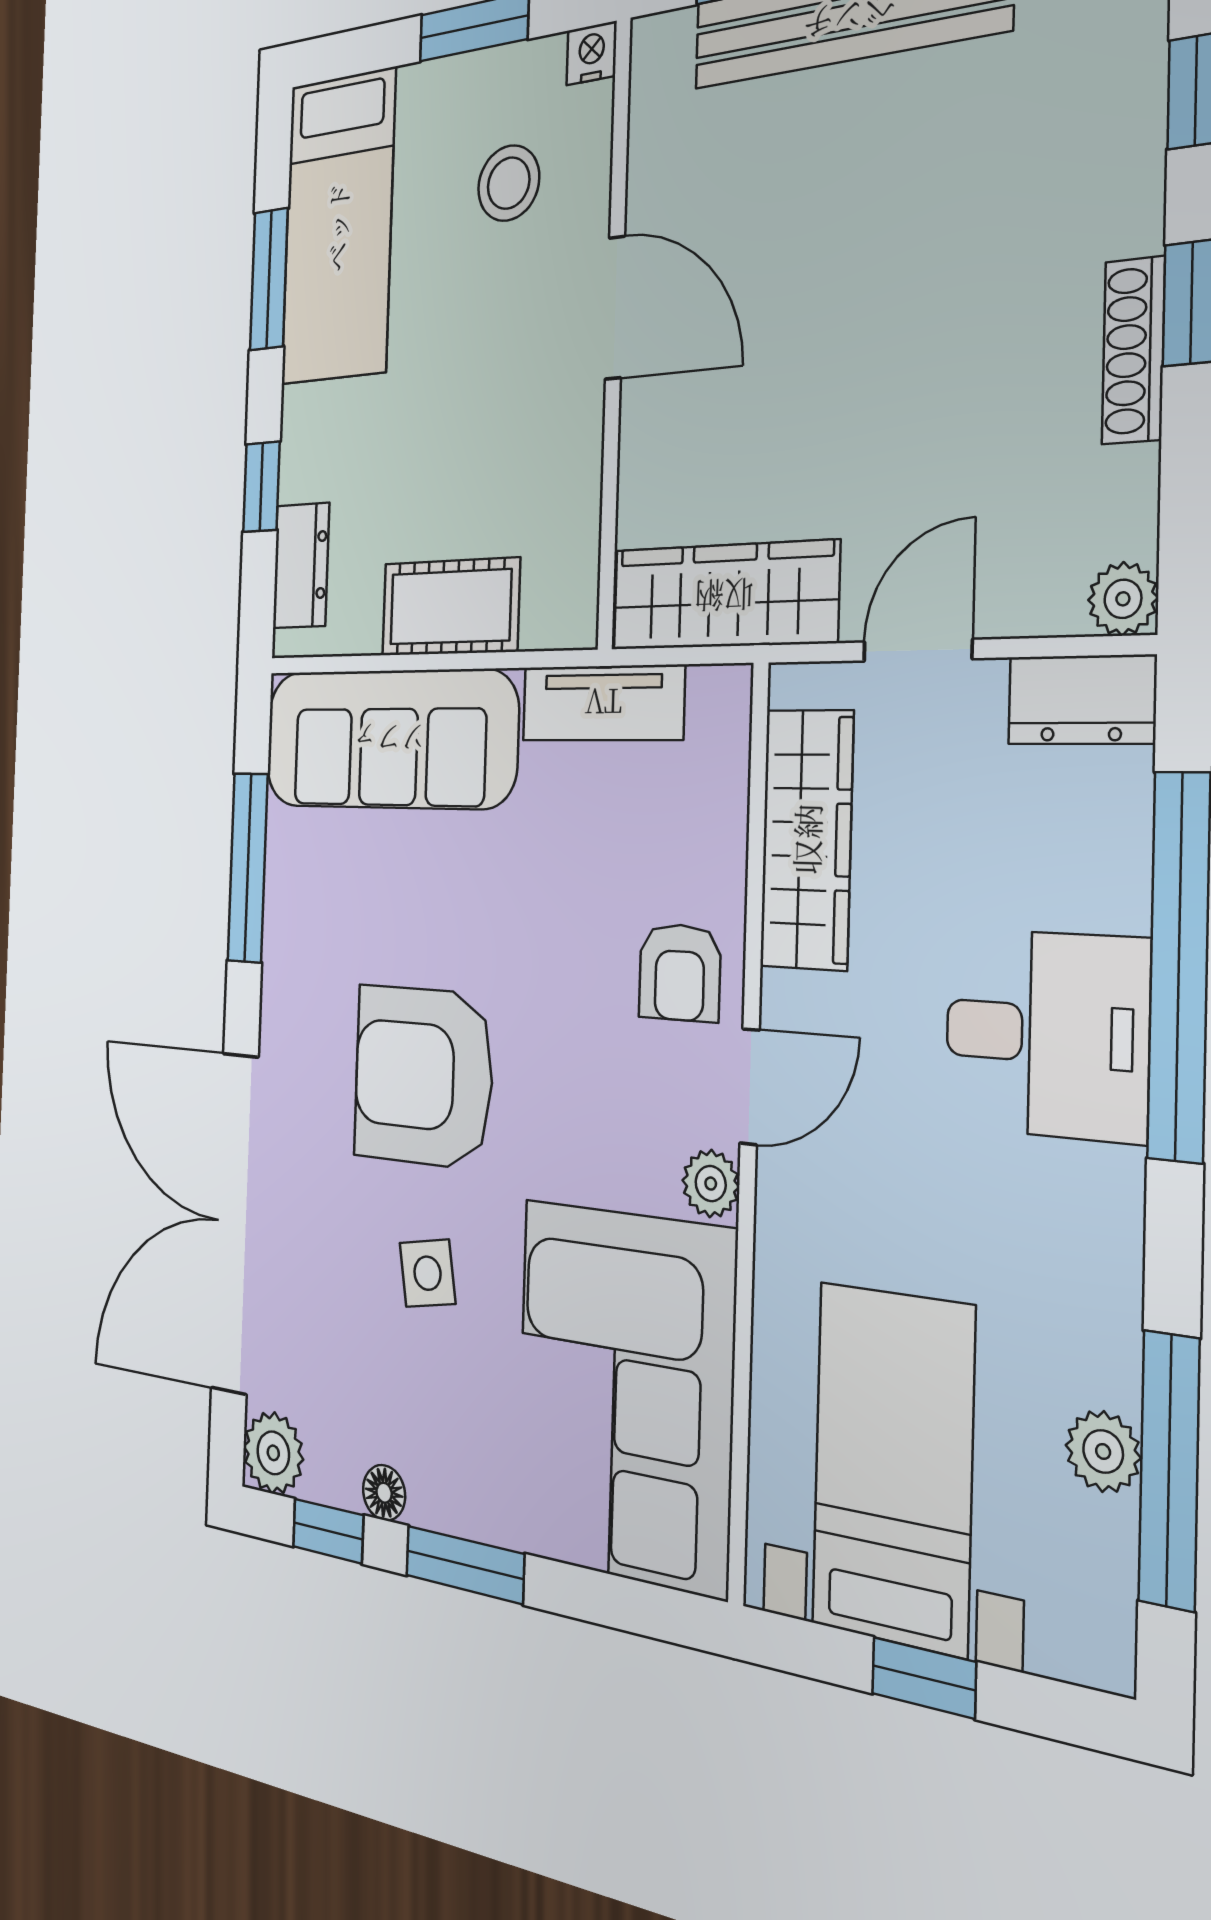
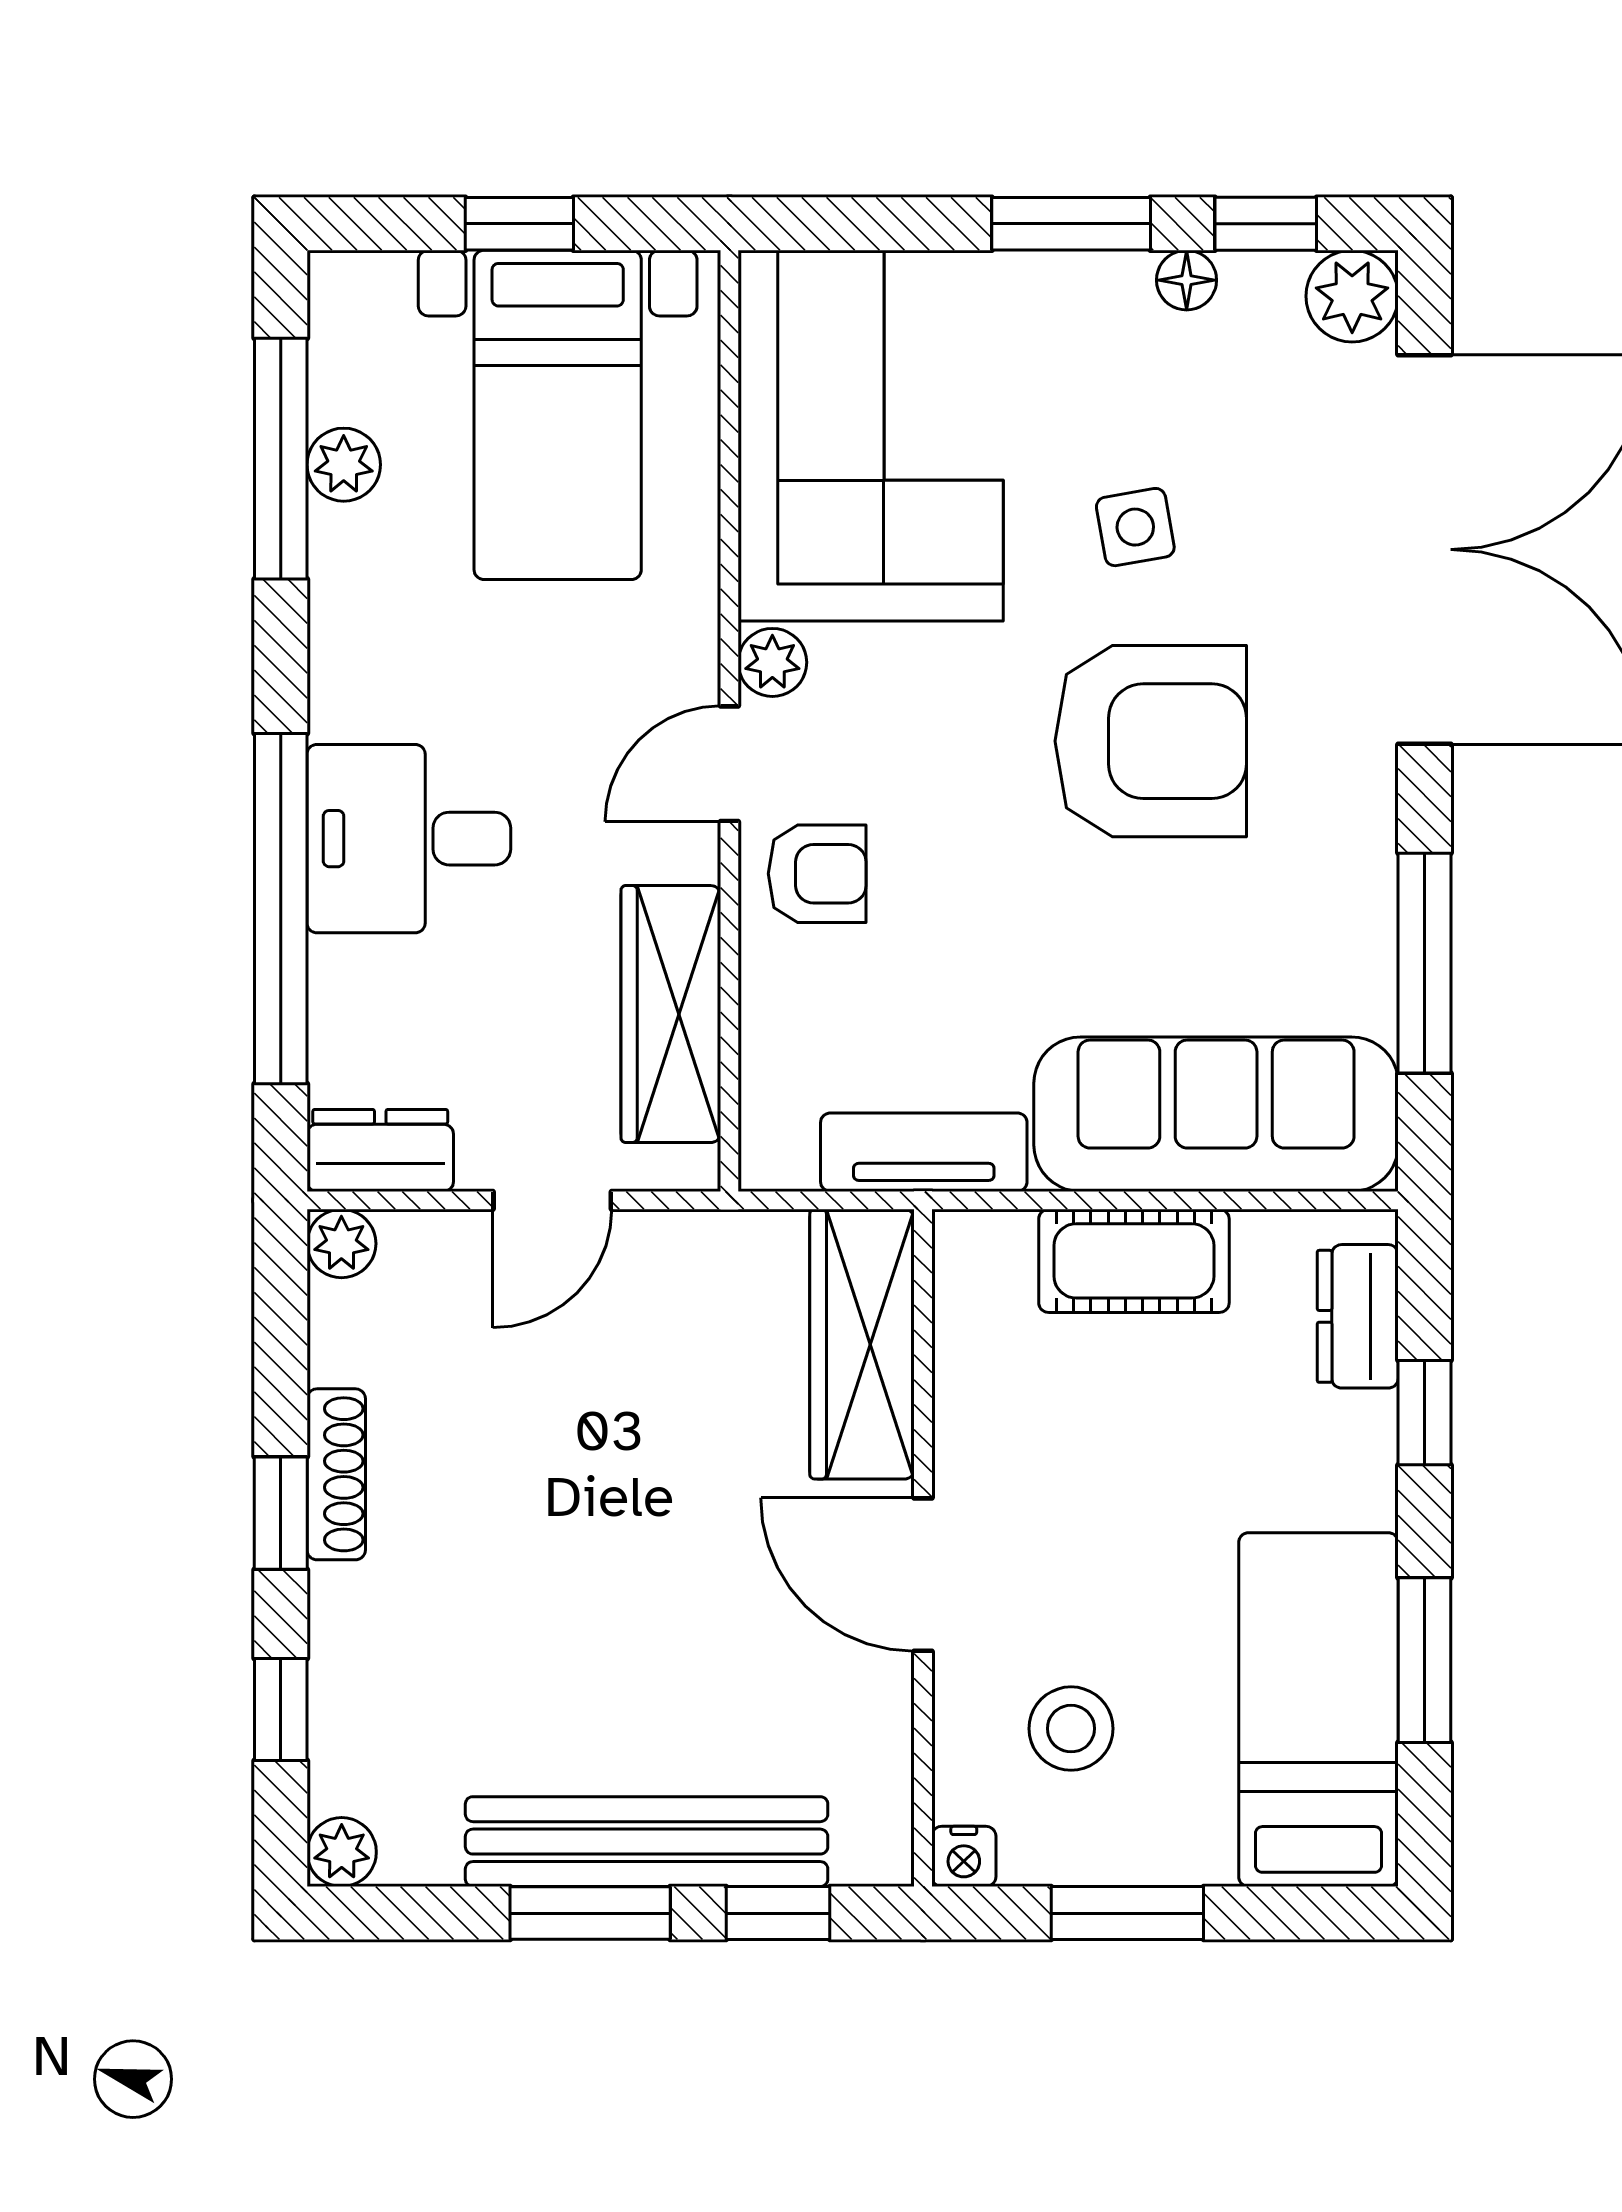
wardrobe: (724, 596) -> (862, 1344), moved, turned 90
armchair: (680, 972) -> (817, 874), turned 90

